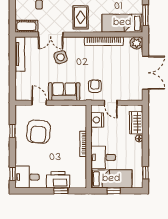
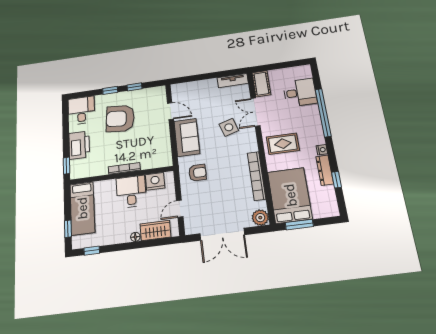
bed: (122, 23) -> (290, 195), width x1.50
tv unit: (20, 54) -> (233, 81), width x0.71
door: (39, 103) -> (170, 111), hinge flipped
door: (111, 103) -> (180, 209), moved
armchair: (38, 132) -> (120, 119), moved
desk: (103, 157) -> (131, 192), moved
window: (12, 174) -> (110, 90), moved
window: (61, 191) -> (66, 166), moved
window: (114, 191) -> (68, 229), moved

